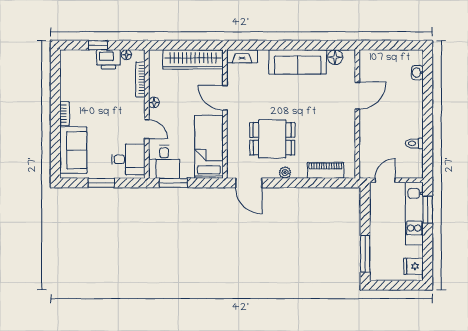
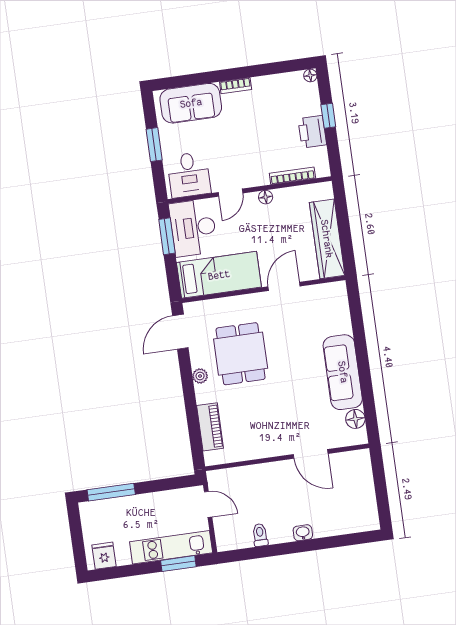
floor lamp: (126, 55) -> (310, 75), moved
fireplace: (242, 56) -> (340, 301), removed
washbasin: (417, 73) -> (303, 533), moved
desk: (164, 162) -> (193, 228), width x1.37

